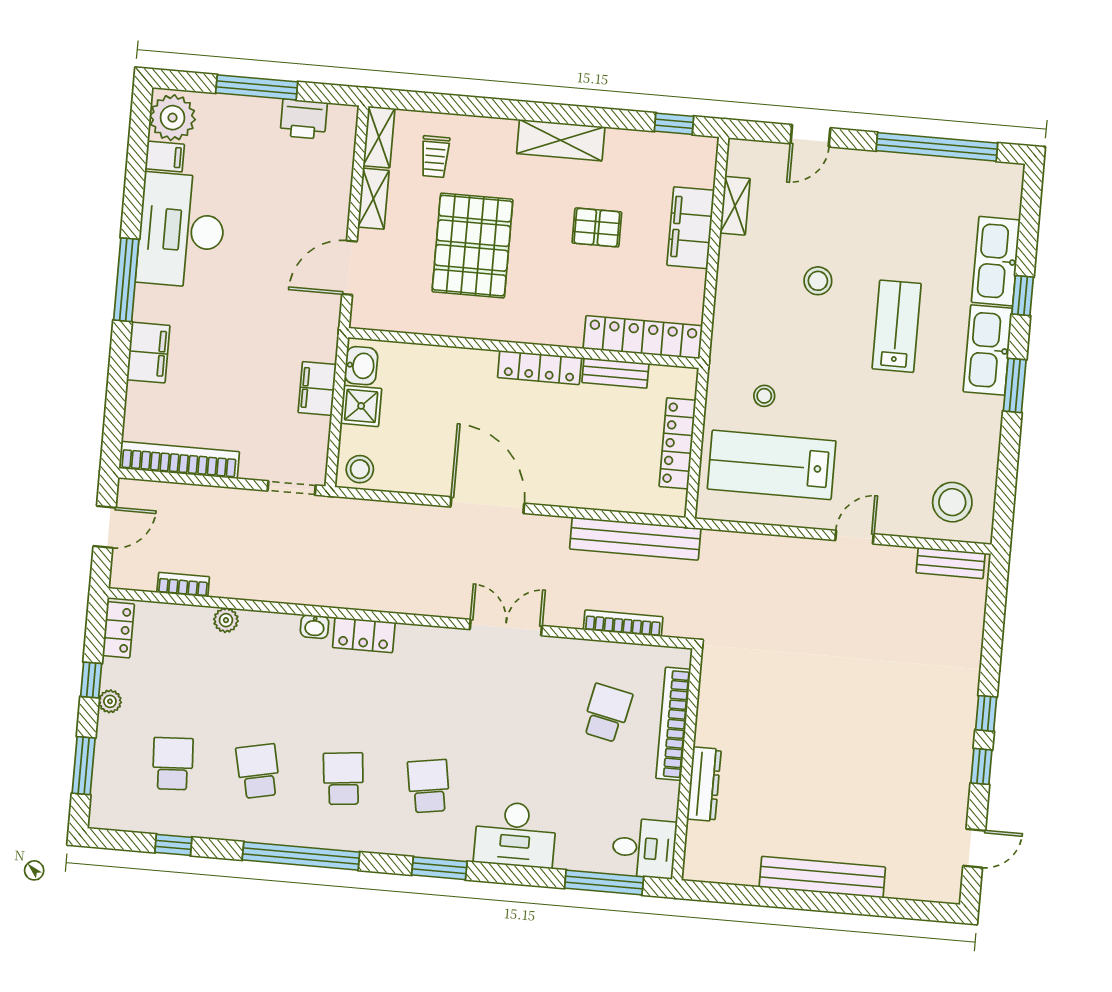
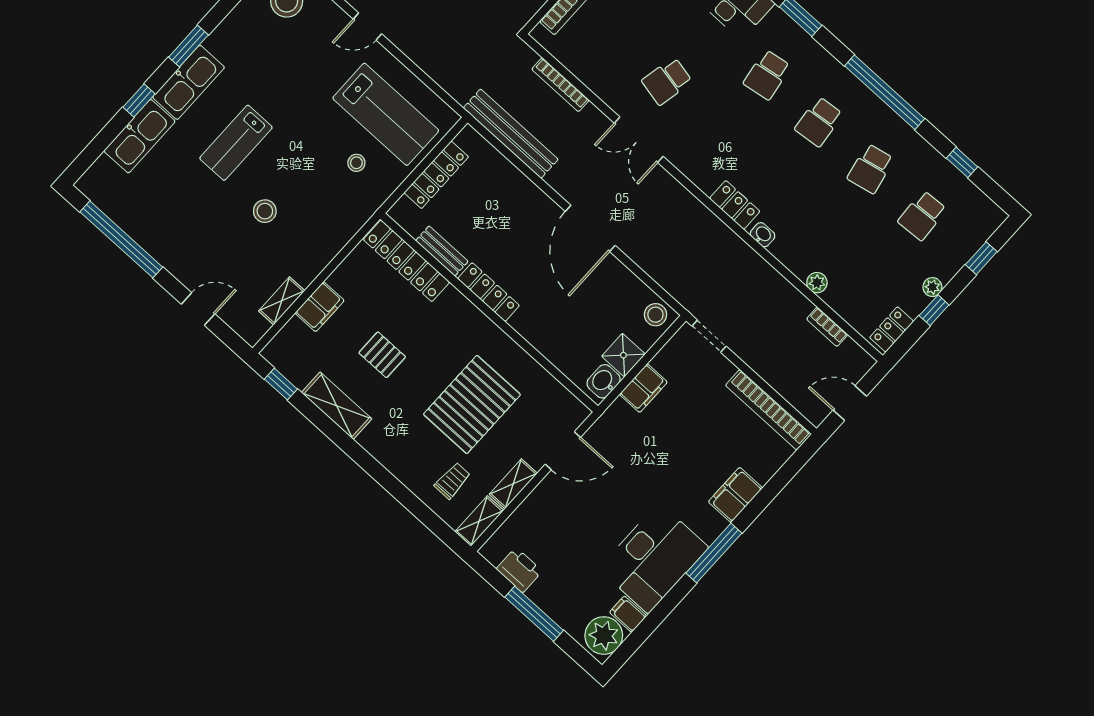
shelving: (561, 140) -> (337, 406), moved
filing cabinet: (691, 228) -> (320, 307), width x0.67, depth x0.86
school desk: (607, 713) -> (667, 81), moved
window: (84, 766) -> (981, 258), width x0.67

